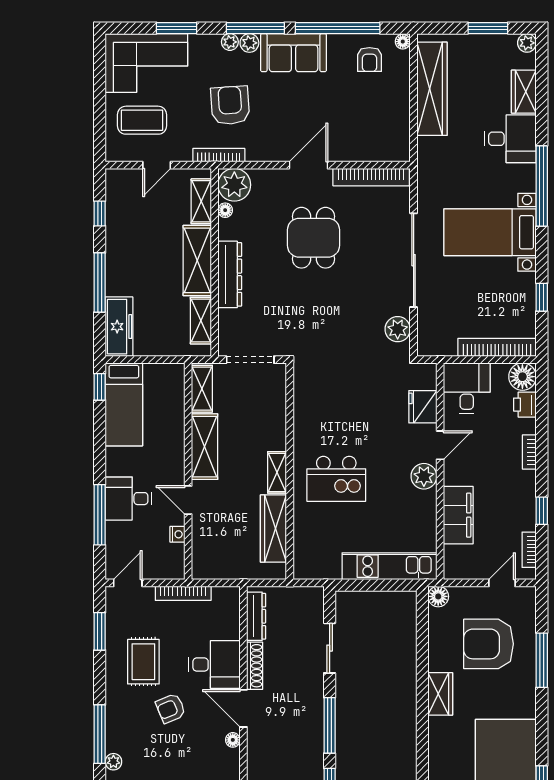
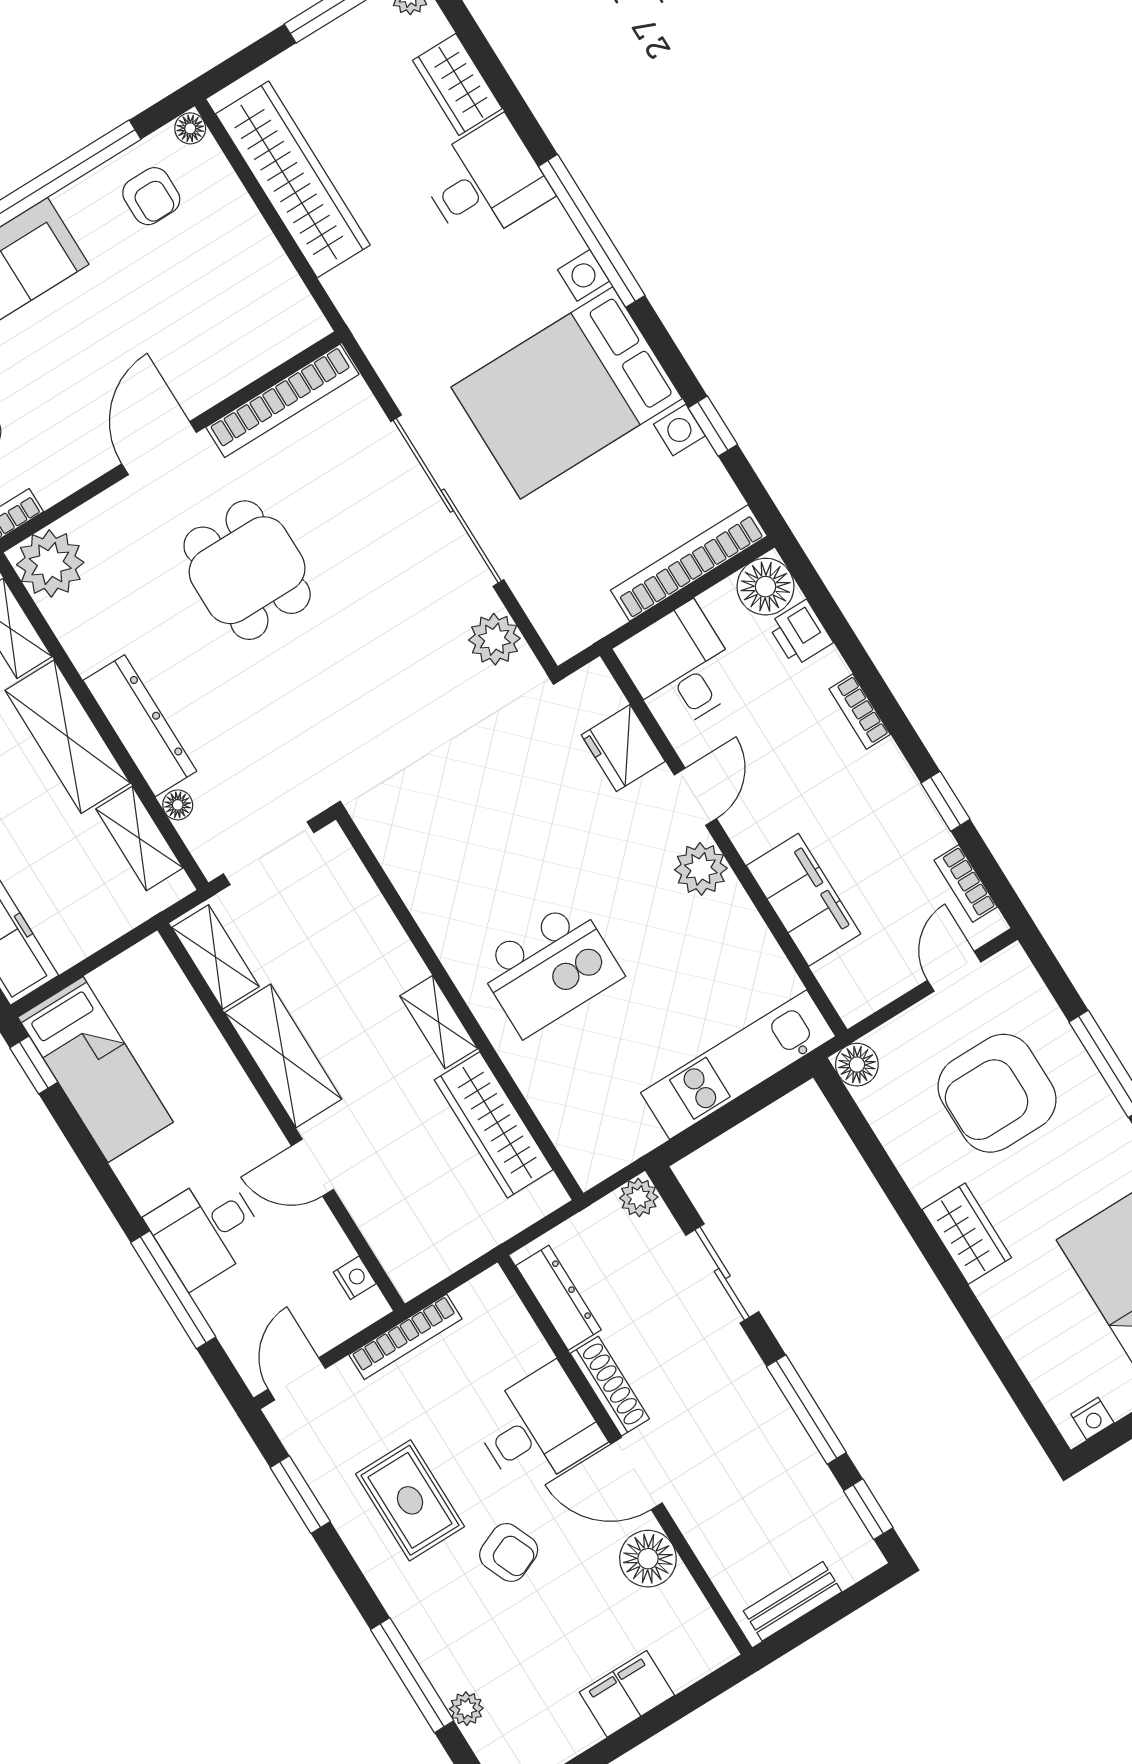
floor lamp: (225, 210) -> (178, 805), moved
bed with nightstands: (490, 232) -> (567, 393), width x1.36
nightstand: (177, 534) -> (355, 1278), moved
plant: (315, 596) -> (639, 1198), added
armchair: (171, 708) -> (509, 1552), turned -90
floor lamp: (233, 740) -> (648, 1559), width x1.89, depth x1.89

